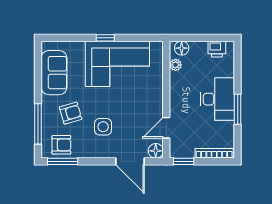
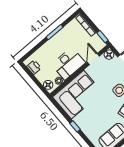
corner sofa: (117, 64) -> (78, 95), moved, turned 90
desk: (218, 99) -> (68, 64), moved, turned 180
door: (166, 128) -> (93, 59), swing flipped

